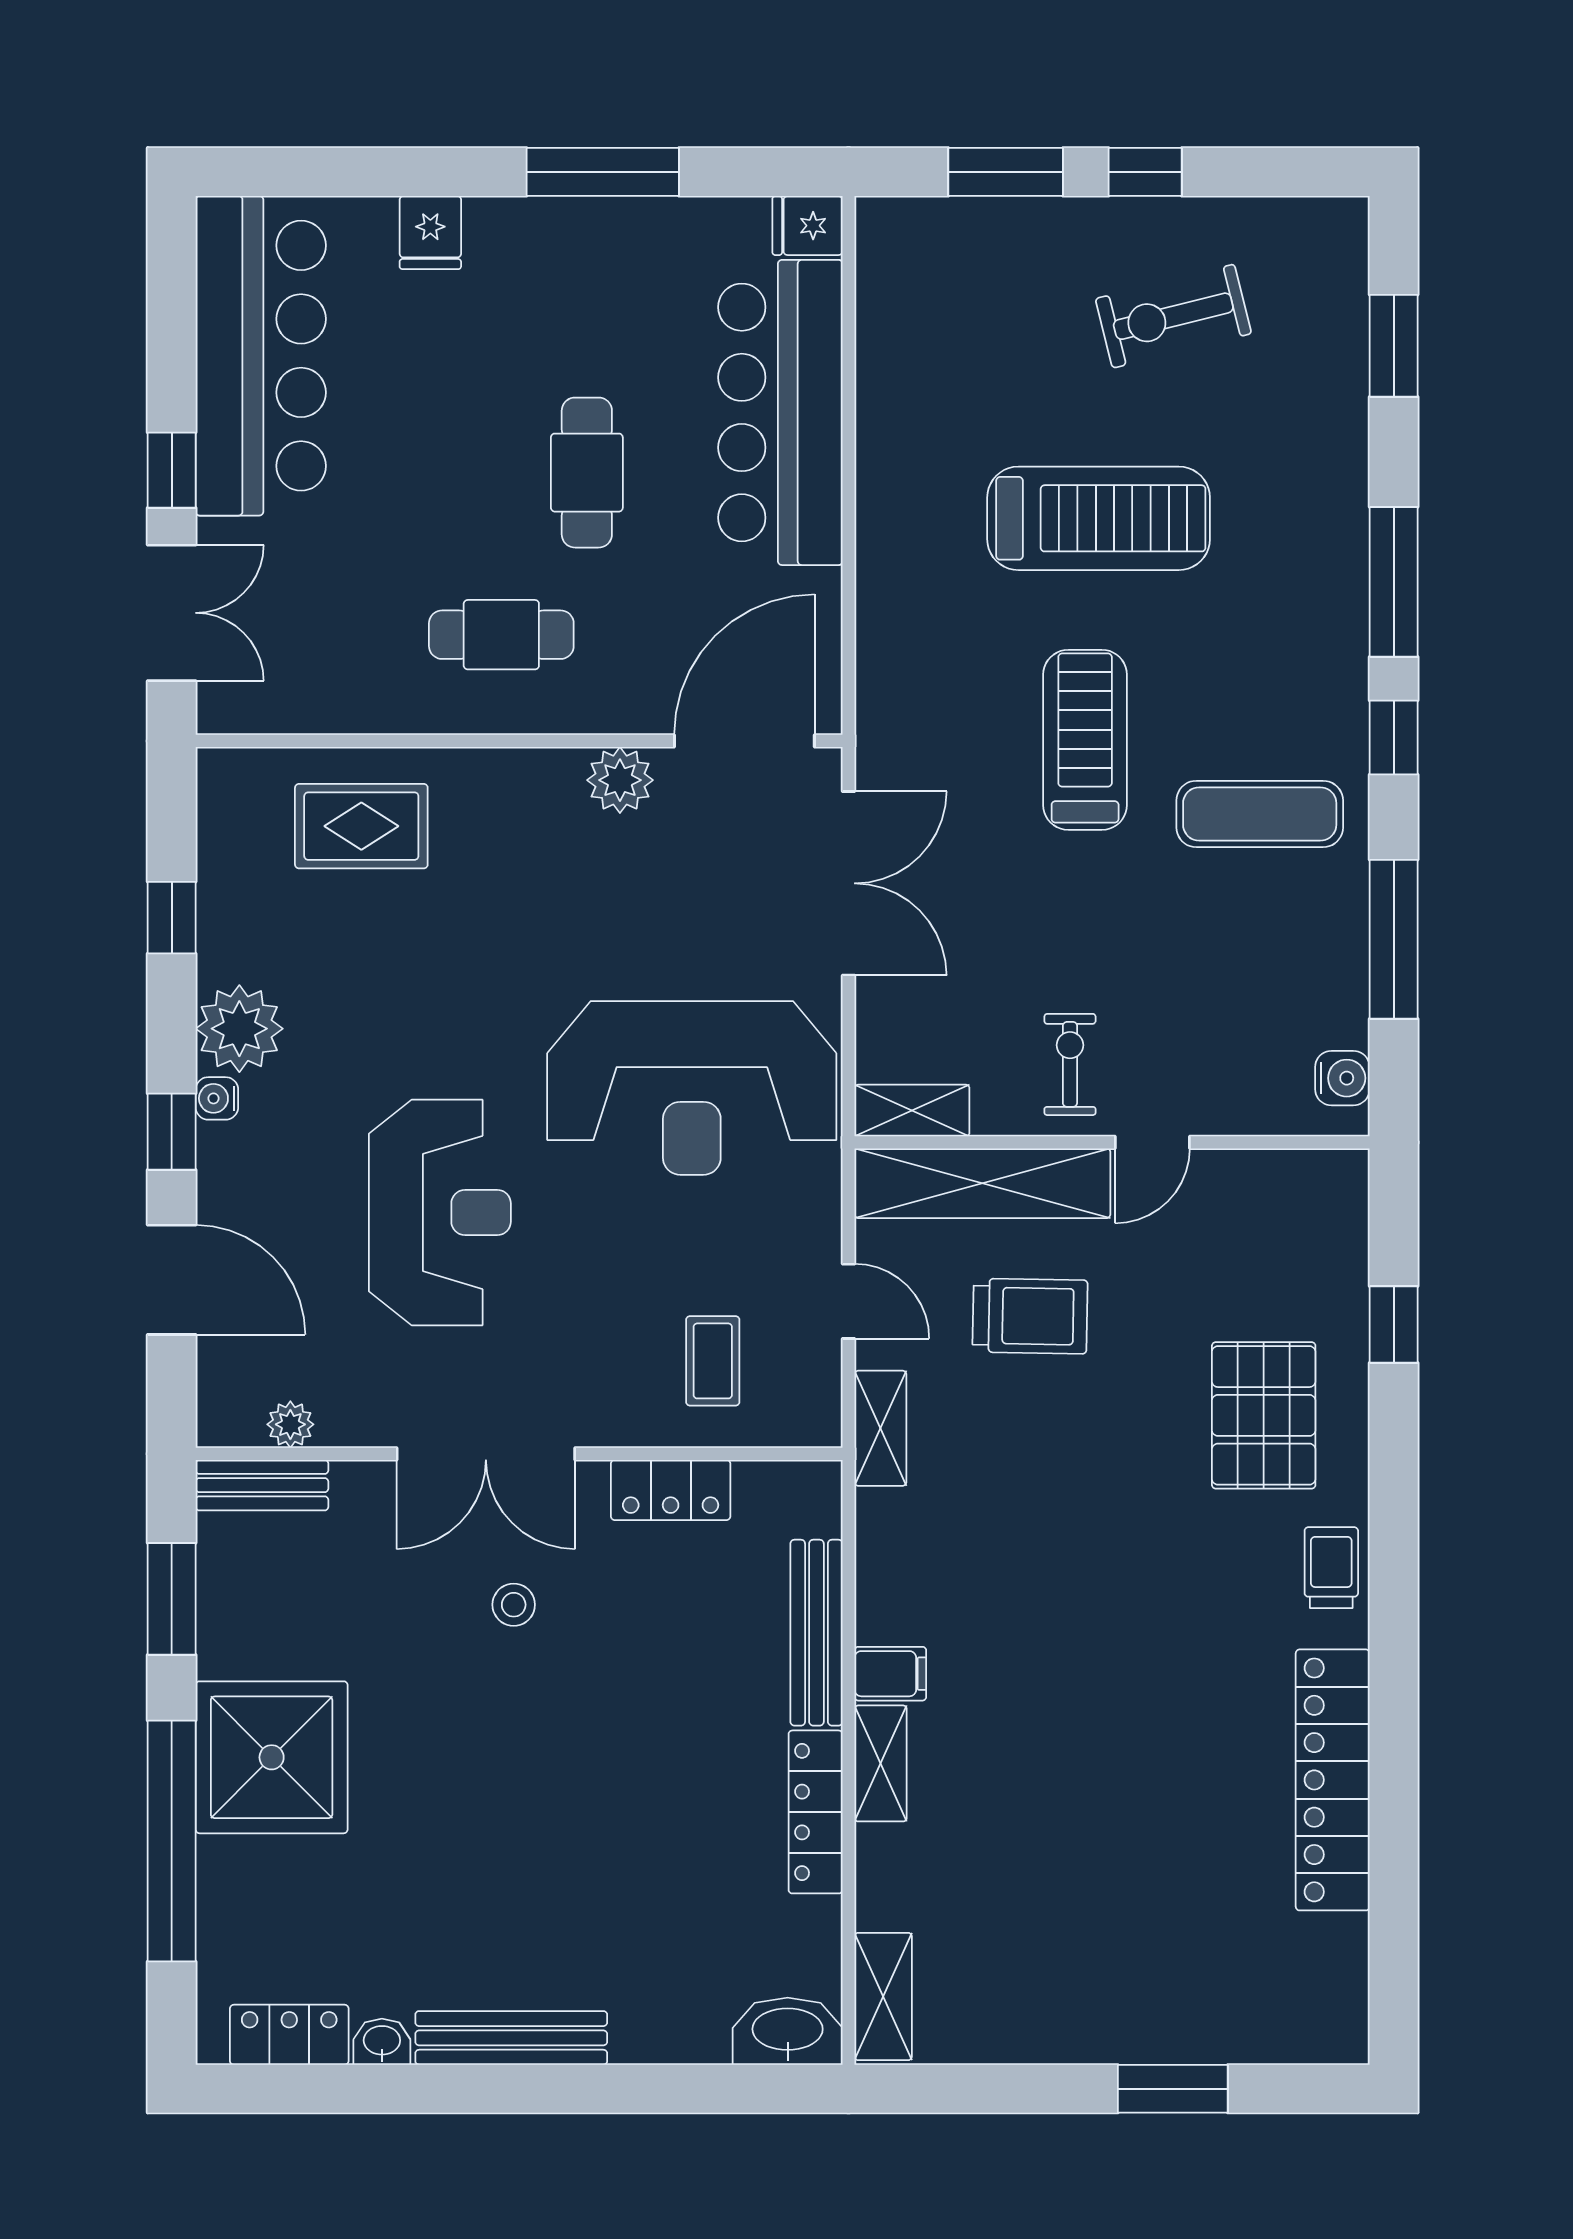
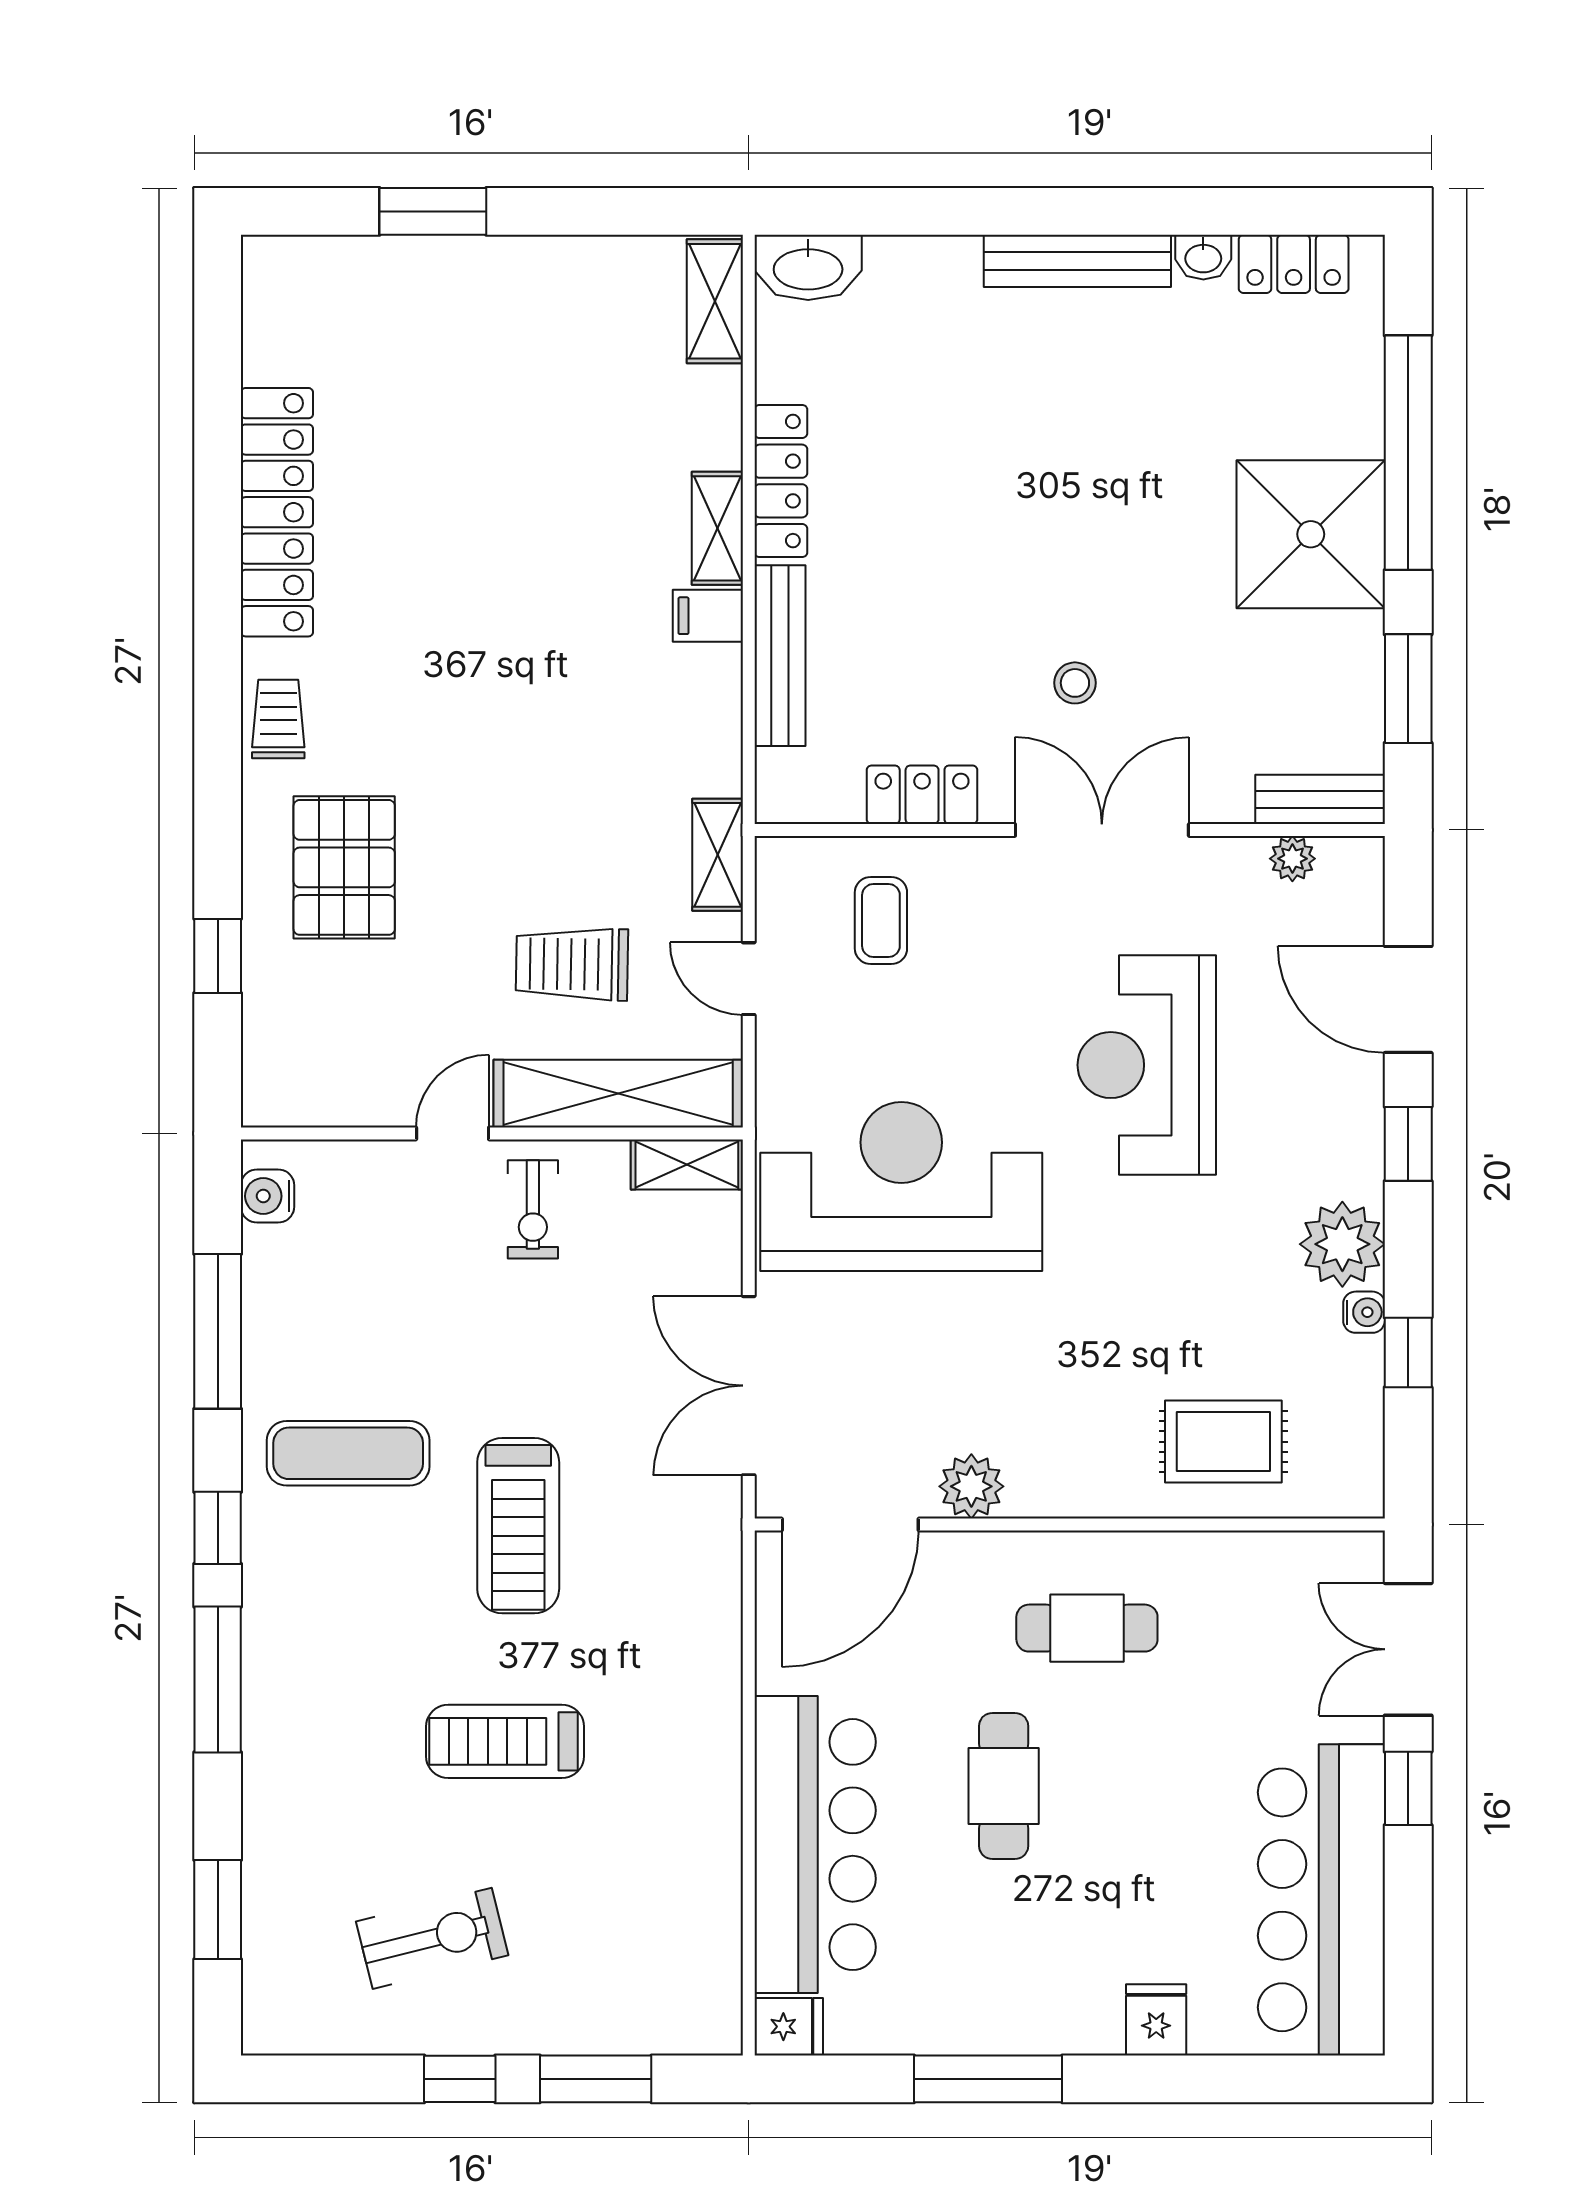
treadmill: (1099, 518) -> (505, 1741), width x0.73, depth x0.73
water cooler: (217, 1098) -> (1364, 1312), moved
trolley: (1331, 1568) -> (278, 719), turned 180

